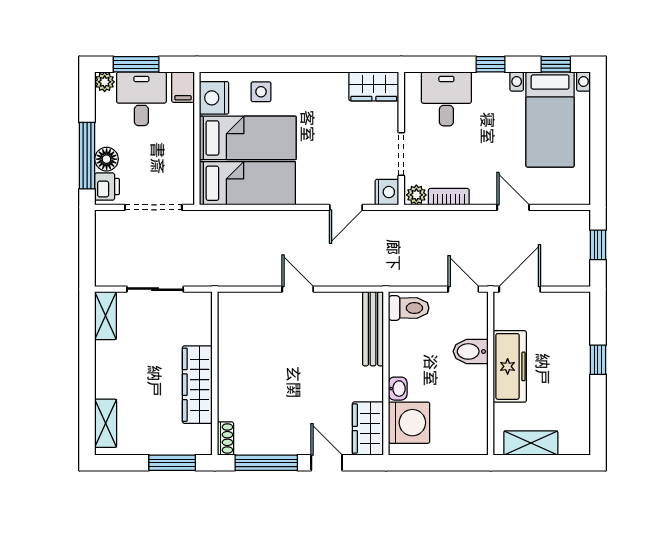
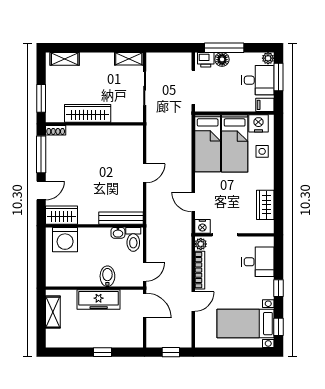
wardrobe: (374, 86) -> (265, 205), moved
bookcase: (449, 197) -> (200, 270), width x1.56
washbasin: (398, 389) -> (118, 233), moved

